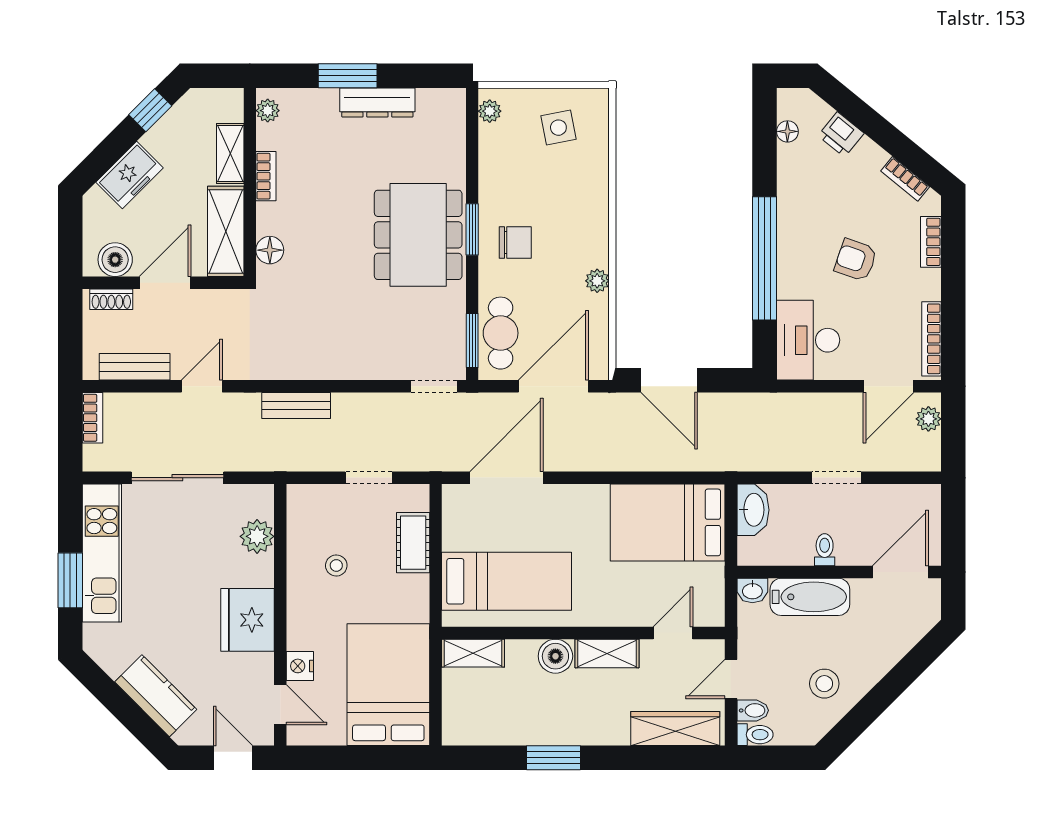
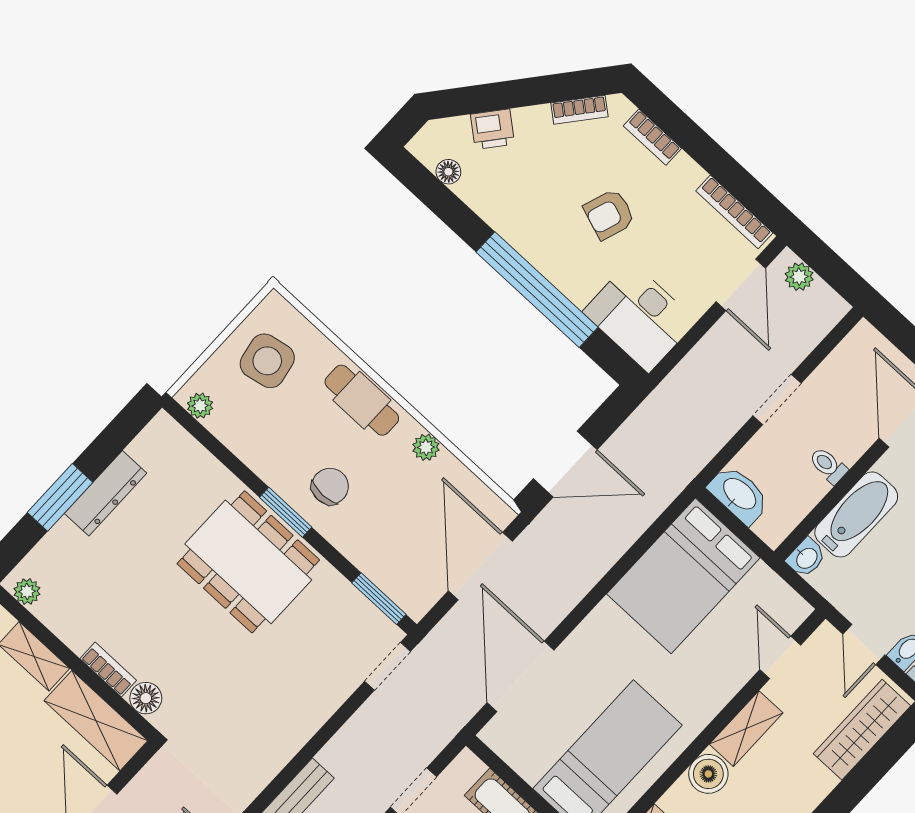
side table: (558, 128) -> (267, 361), width x1.37, depth x1.37
bookcase: (266, 176) -> (108, 670), moved
cafe table: (501, 333) -> (362, 400), moved

